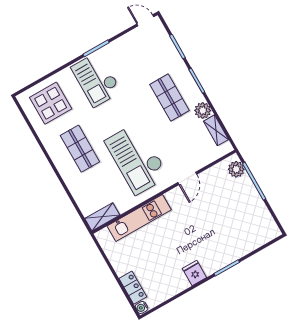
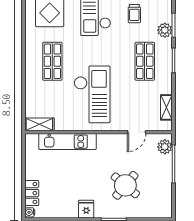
trolley: (133, 57) -> (134, 14), added
plant: (203, 111) -> (165, 30), moved
checkout: (137, 159) -> (92, 94), turned 180
door: (187, 178) -> (137, 132), moved
round table: (219, 228) -> (125, 185), added

